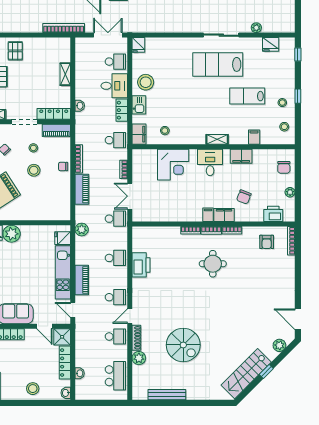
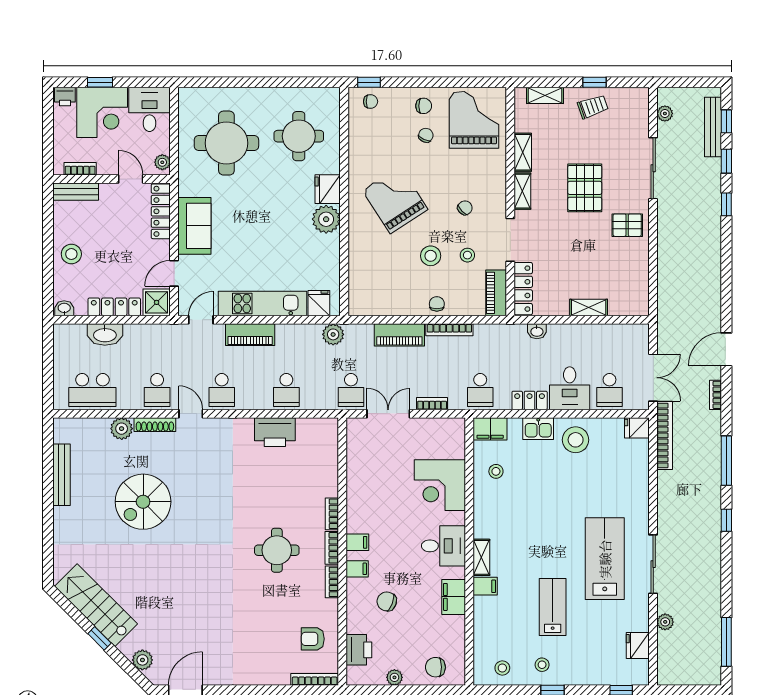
bookcase: (64, 28) -> (665, 435), moved
filing cabinet: (254, 137) -> (485, 586), moved
filing cabinet: (224, 215) -> (357, 569), width x0.50
washbasin: (80, 373) -> (105, 335), width x1.91, depth x1.45

